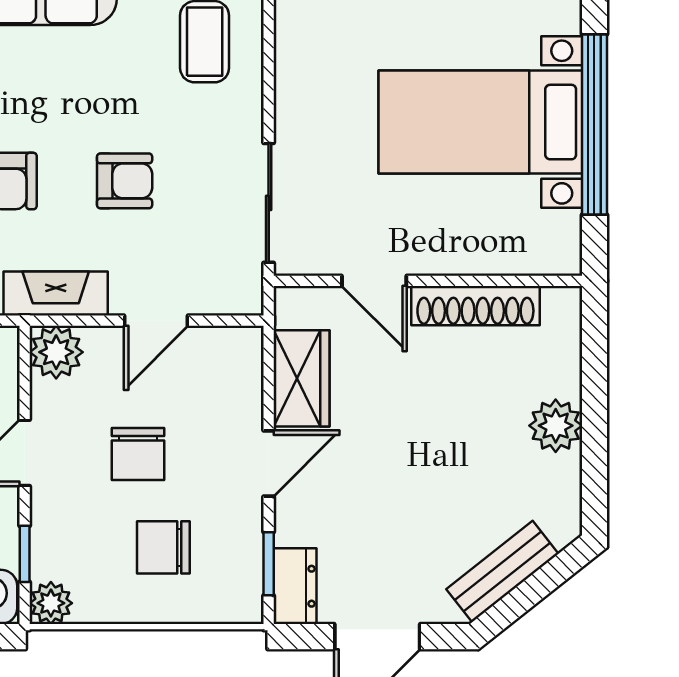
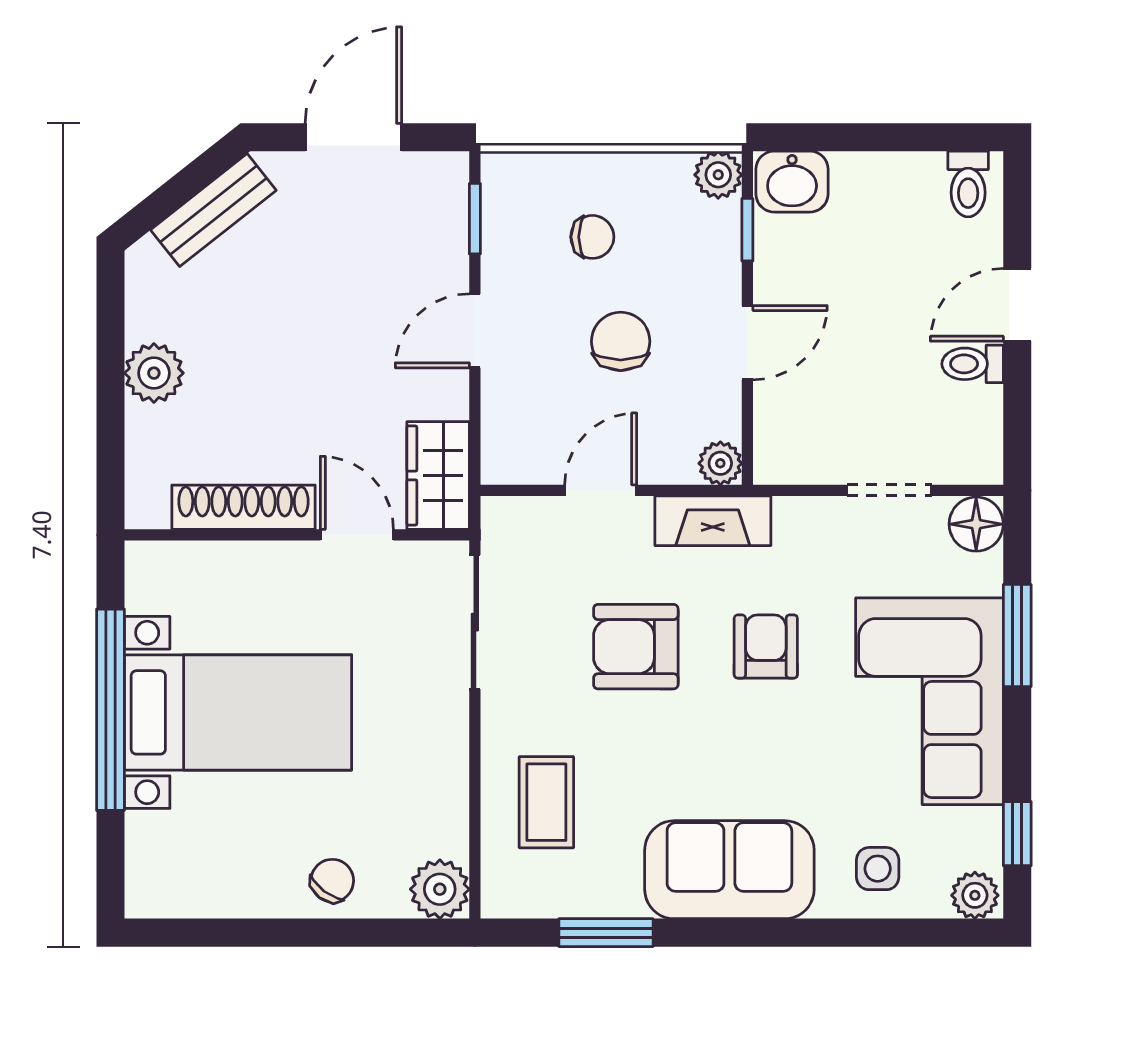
armchair: (125, 181) -> (636, 647), width x1.38, depth x1.38
plant: (56, 352) -> (720, 463), width x0.73, depth x0.73
wardrobe: (301, 378) -> (438, 476), moved
chair: (163, 547) -> (592, 237), width x0.73, depth x0.73
dresser: (295, 586) -> (445, 194), removed

